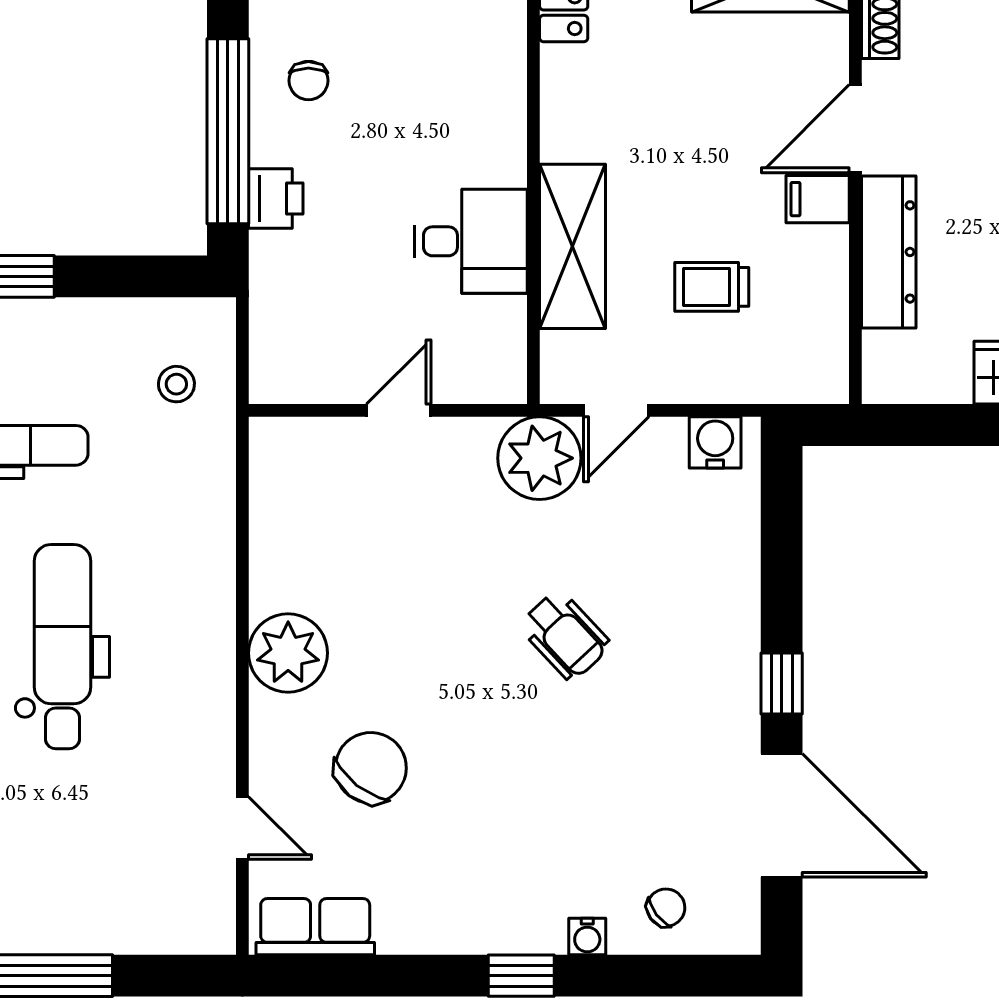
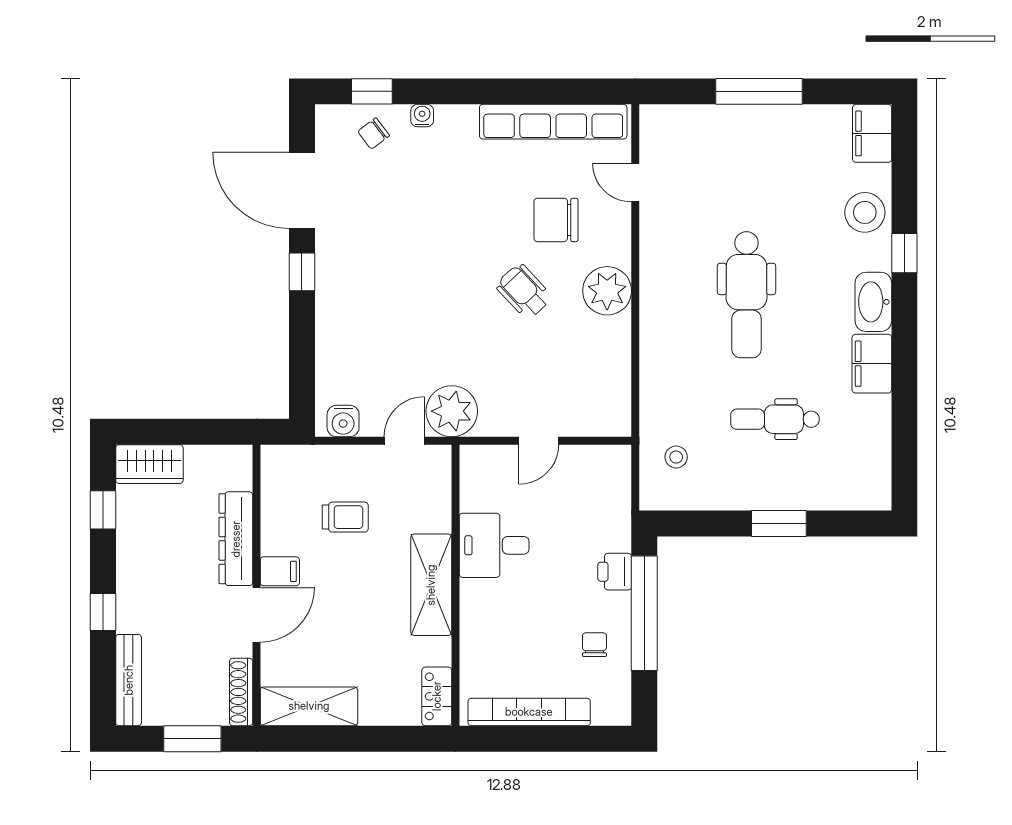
shelving: (572, 246) -> (431, 585), moved
wheelchair: (565, 635) -> (524, 291), moved
chair: (371, 768) -> (556, 220), turned 52
row of seats: (315, 927) -> (553, 122), width x2.02
window: (521, 976) -> (372, 91), moved

